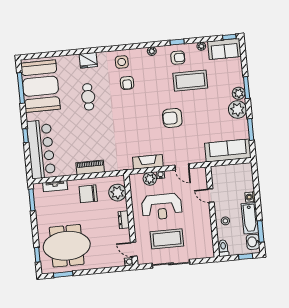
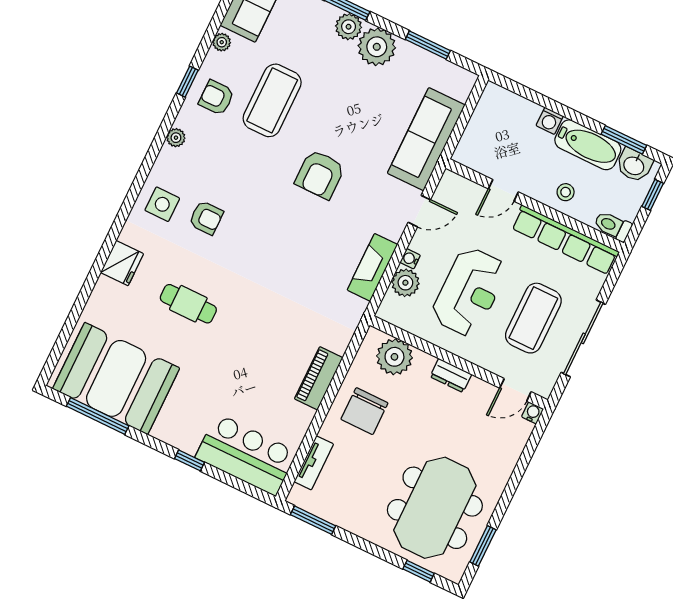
armchair: (178, 58) -> (216, 98), turned -90
bar counter: (41, 149) -> (246, 455), width x0.73
sofa: (228, 150) -> (426, 139), moved
row of seats: (206, 232) -> (565, 240), added

